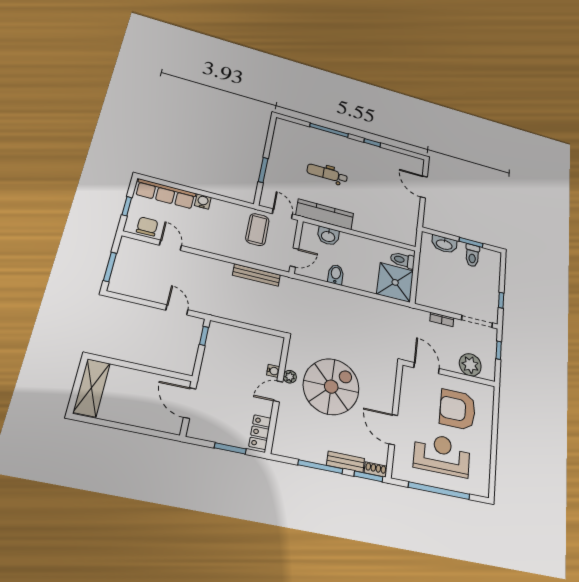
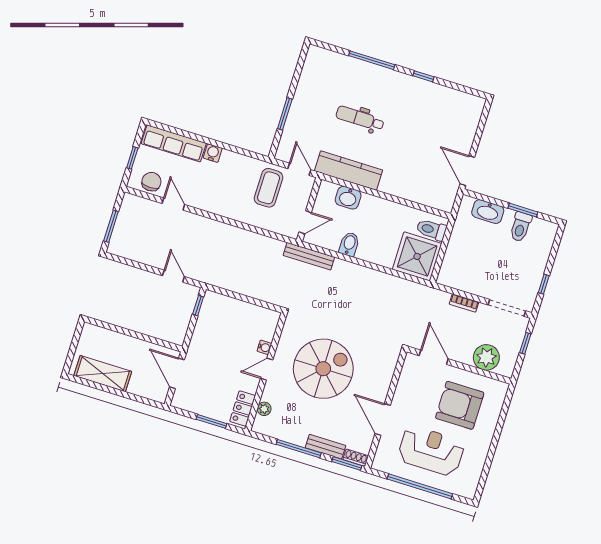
door: (424, 187) -> (467, 171), moved
bench: (256, 275) -> (309, 256), moved
plant: (290, 377) -> (264, 409), moved
shelving: (92, 388) -> (103, 374), moved, turned 90

